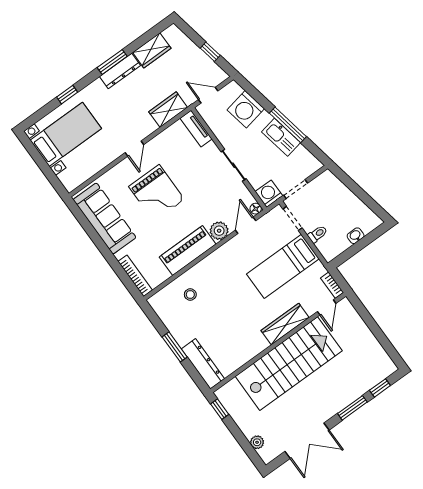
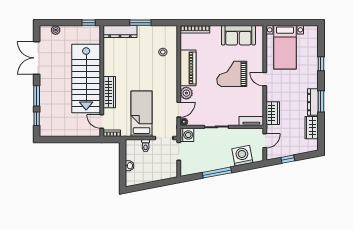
bed with nightstands: (66, 134) -> (285, 47), moved
kitchen sink: (281, 137) -> (213, 164), removed
sofa: (105, 218) -> (238, 35), width x0.73
door: (246, 225) -> (179, 110), hinge flipped

